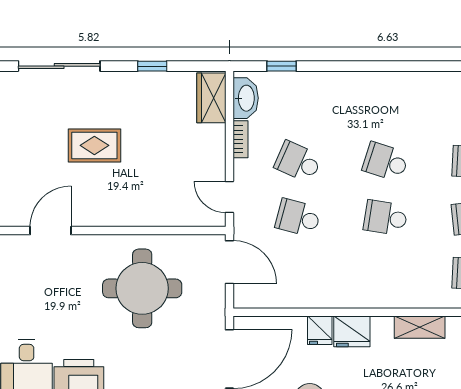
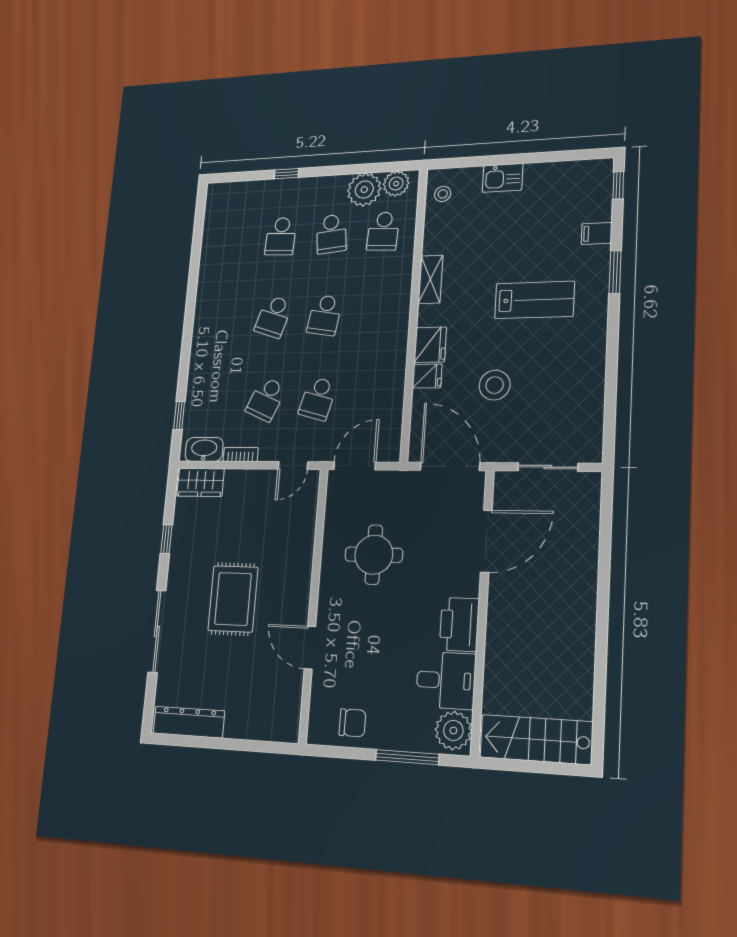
rug: (94, 145) -> (233, 599), width x1.36, depth x1.43
round table: (142, 288) -> (374, 555), width x0.73, depth x0.73

